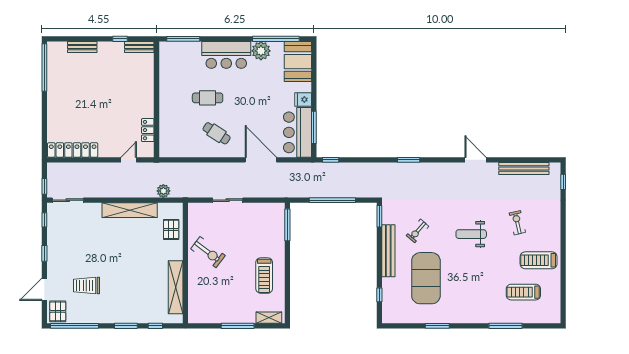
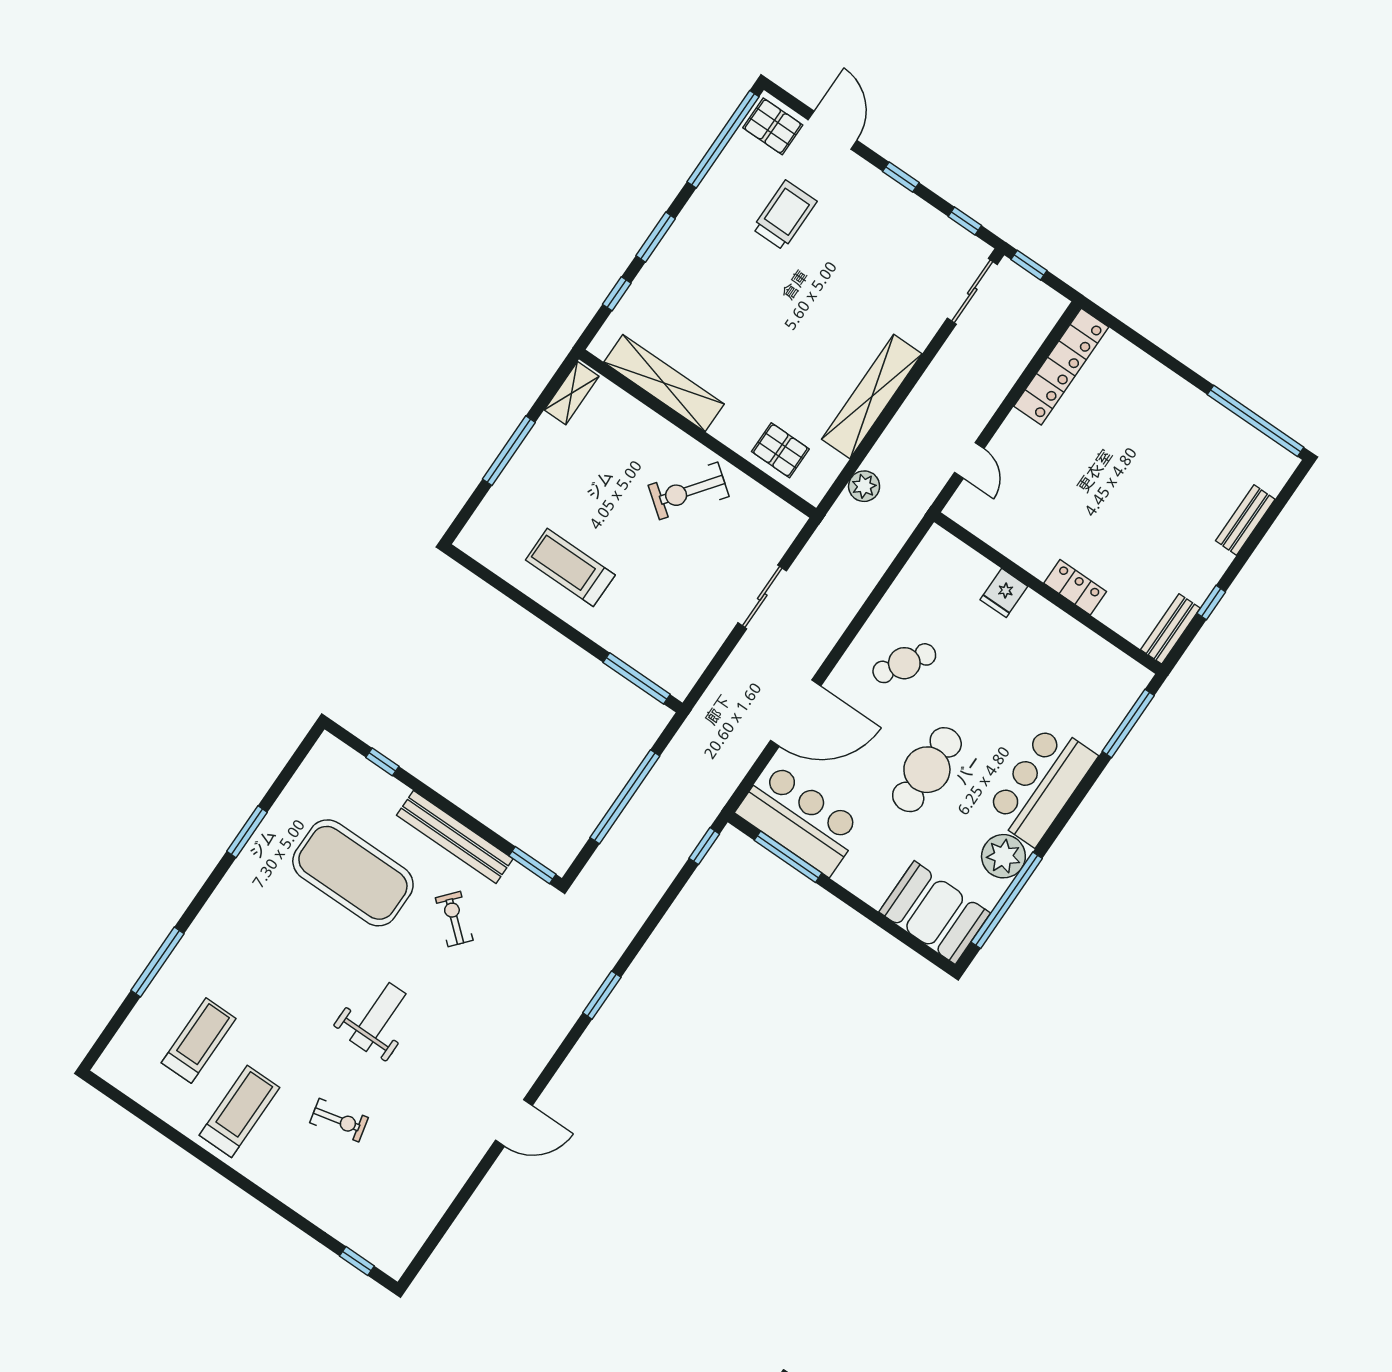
cafe table: (208, 98) -> (927, 770), moved, width x1.37, depth x1.35
fridge: (303, 100) -> (1004, 593), moved, turned 180
locker: (148, 130) -> (1075, 587), moved
bench: (524, 168) -> (434, 1204), removed
shelving: (269, 318) -> (572, 393), moved

